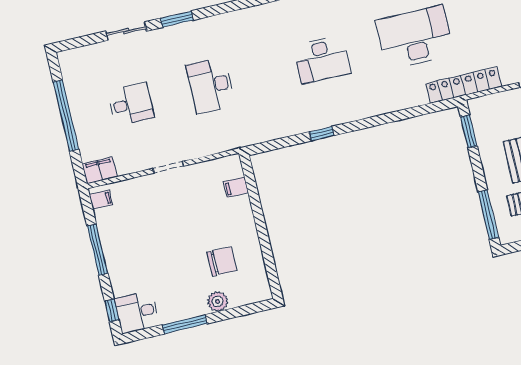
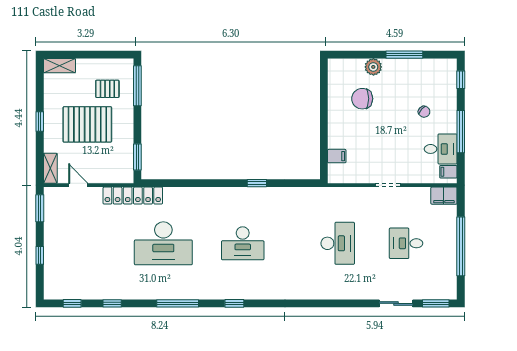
window: (177, 19) -> (436, 303), moved
desk: (322, 59) -> (243, 243), turned 180
chair: (146, 263) -> (424, 112), added
desk: (137, 312) -> (441, 149), moved

